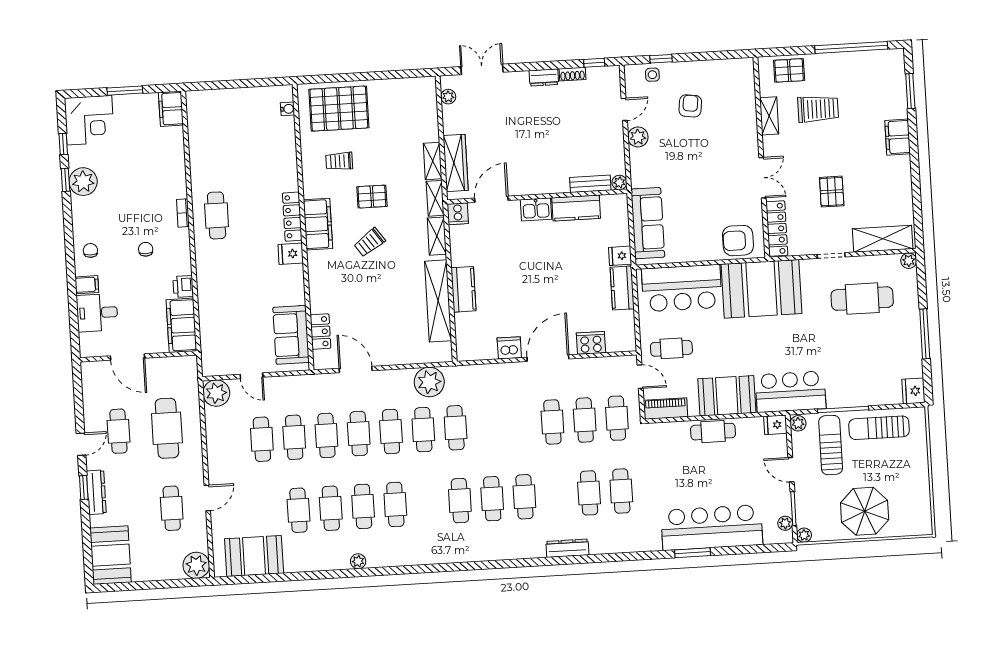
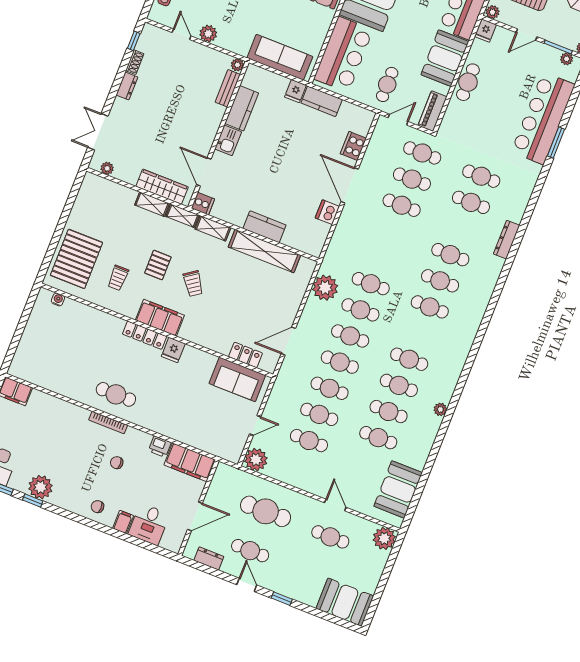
bookcase: (183, 213) -> (108, 422), width x1.56
dresser: (96, 492) -> (209, 558), moved, width x0.70

